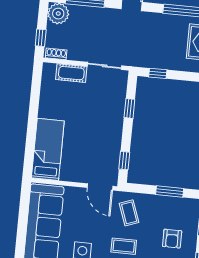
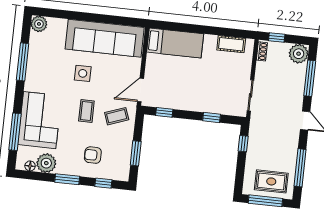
cot: (71, 73) -> (231, 44), moved, turned 90

